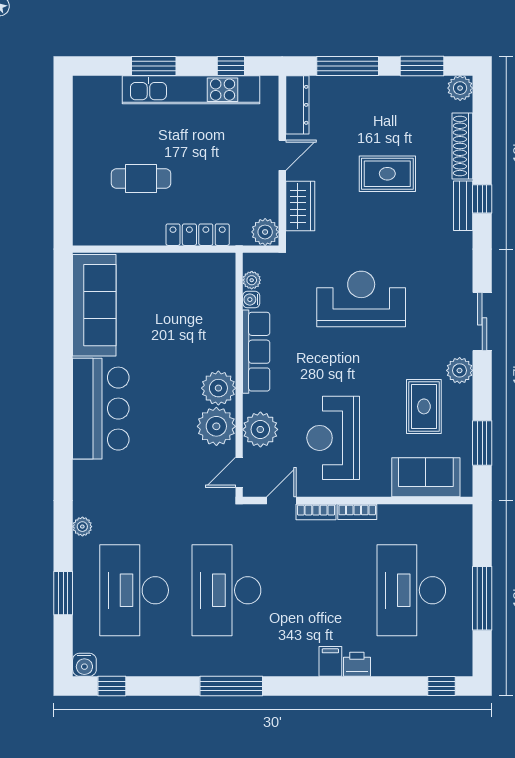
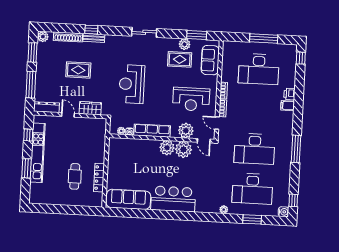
rug: (387, 174) -> (78, 70), turned 90
plant: (265, 232) -> (101, 124), removed
locker: (198, 235) -> (99, 178), moved
plant: (460, 370) -> (185, 44), moved

